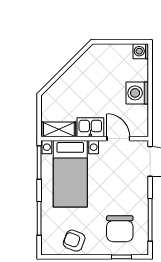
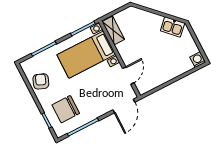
washing machine: (137, 93) -> (167, 72), removed
kitchen sink: (90, 127) -> (173, 27), moved, turned 135

